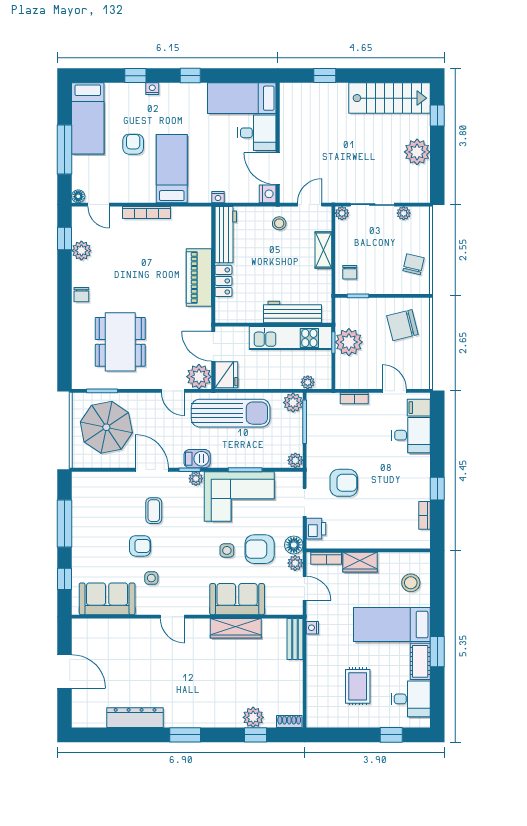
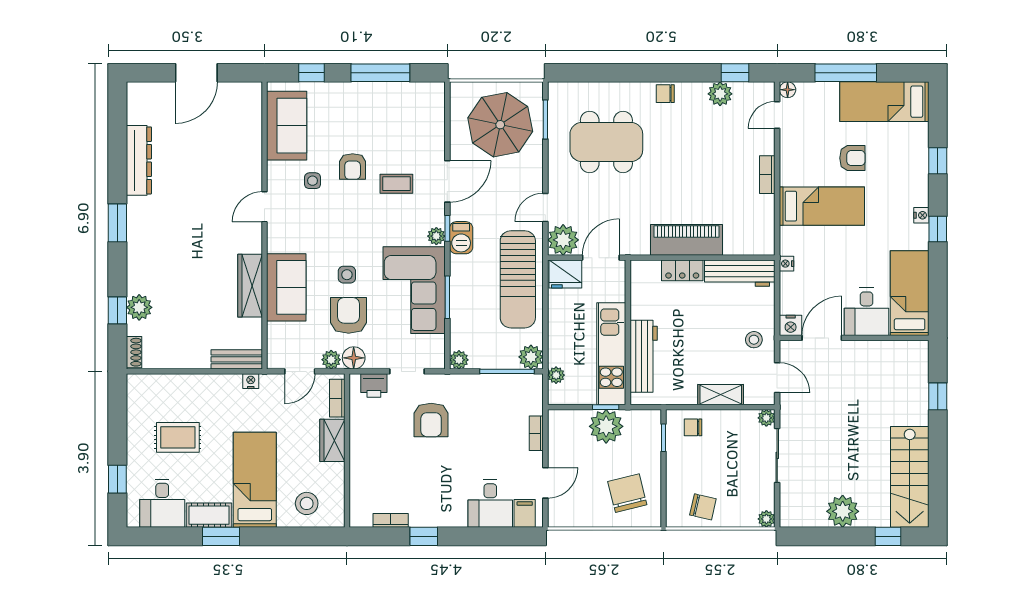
nightstand: (152, 89) -> (921, 215), moved
bookcase: (146, 212) -> (767, 175), width x0.64
plant: (404, 213) -> (766, 519), moved

